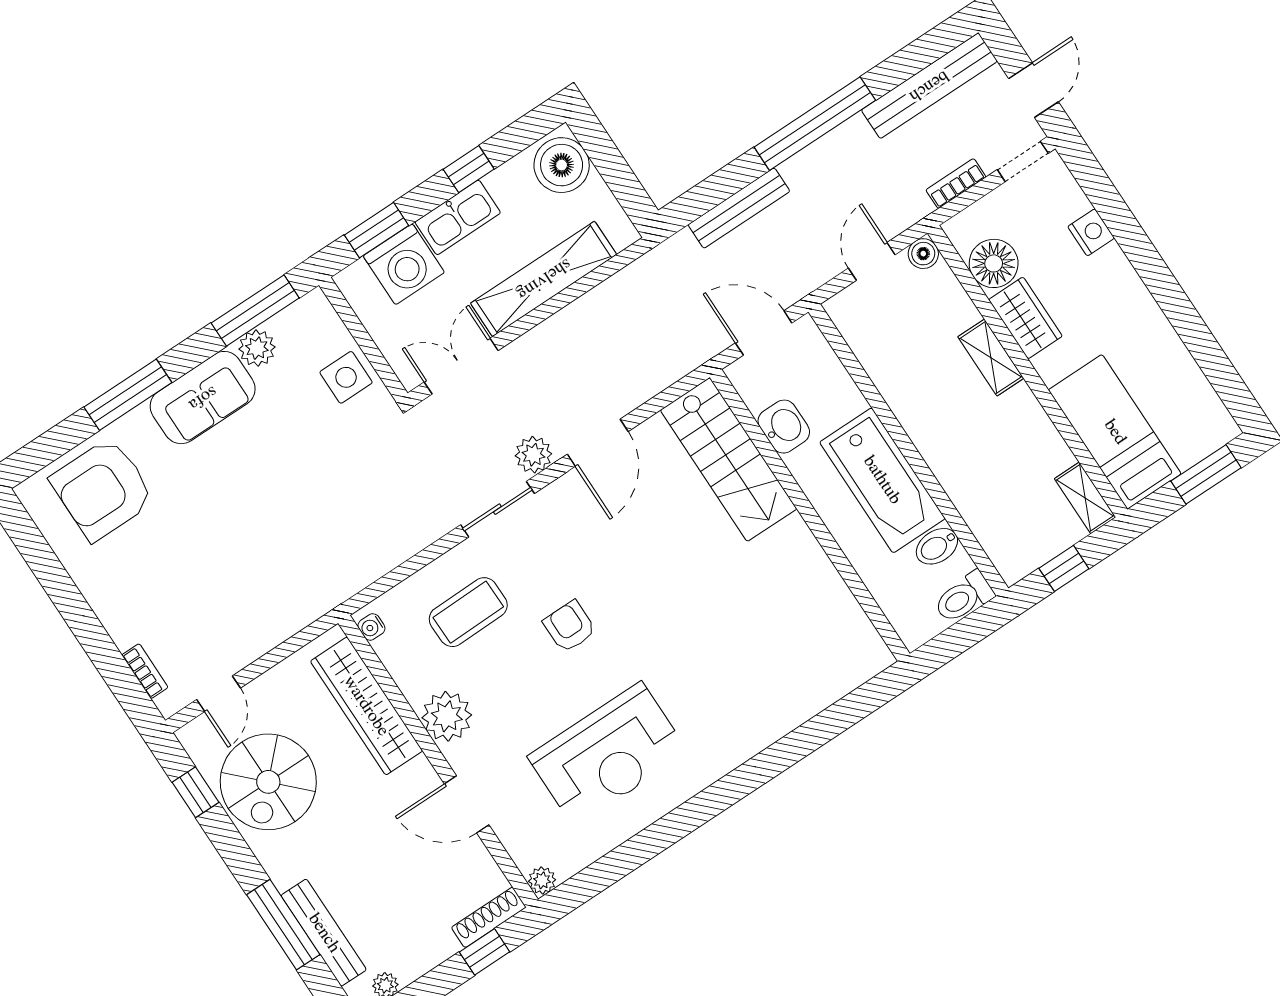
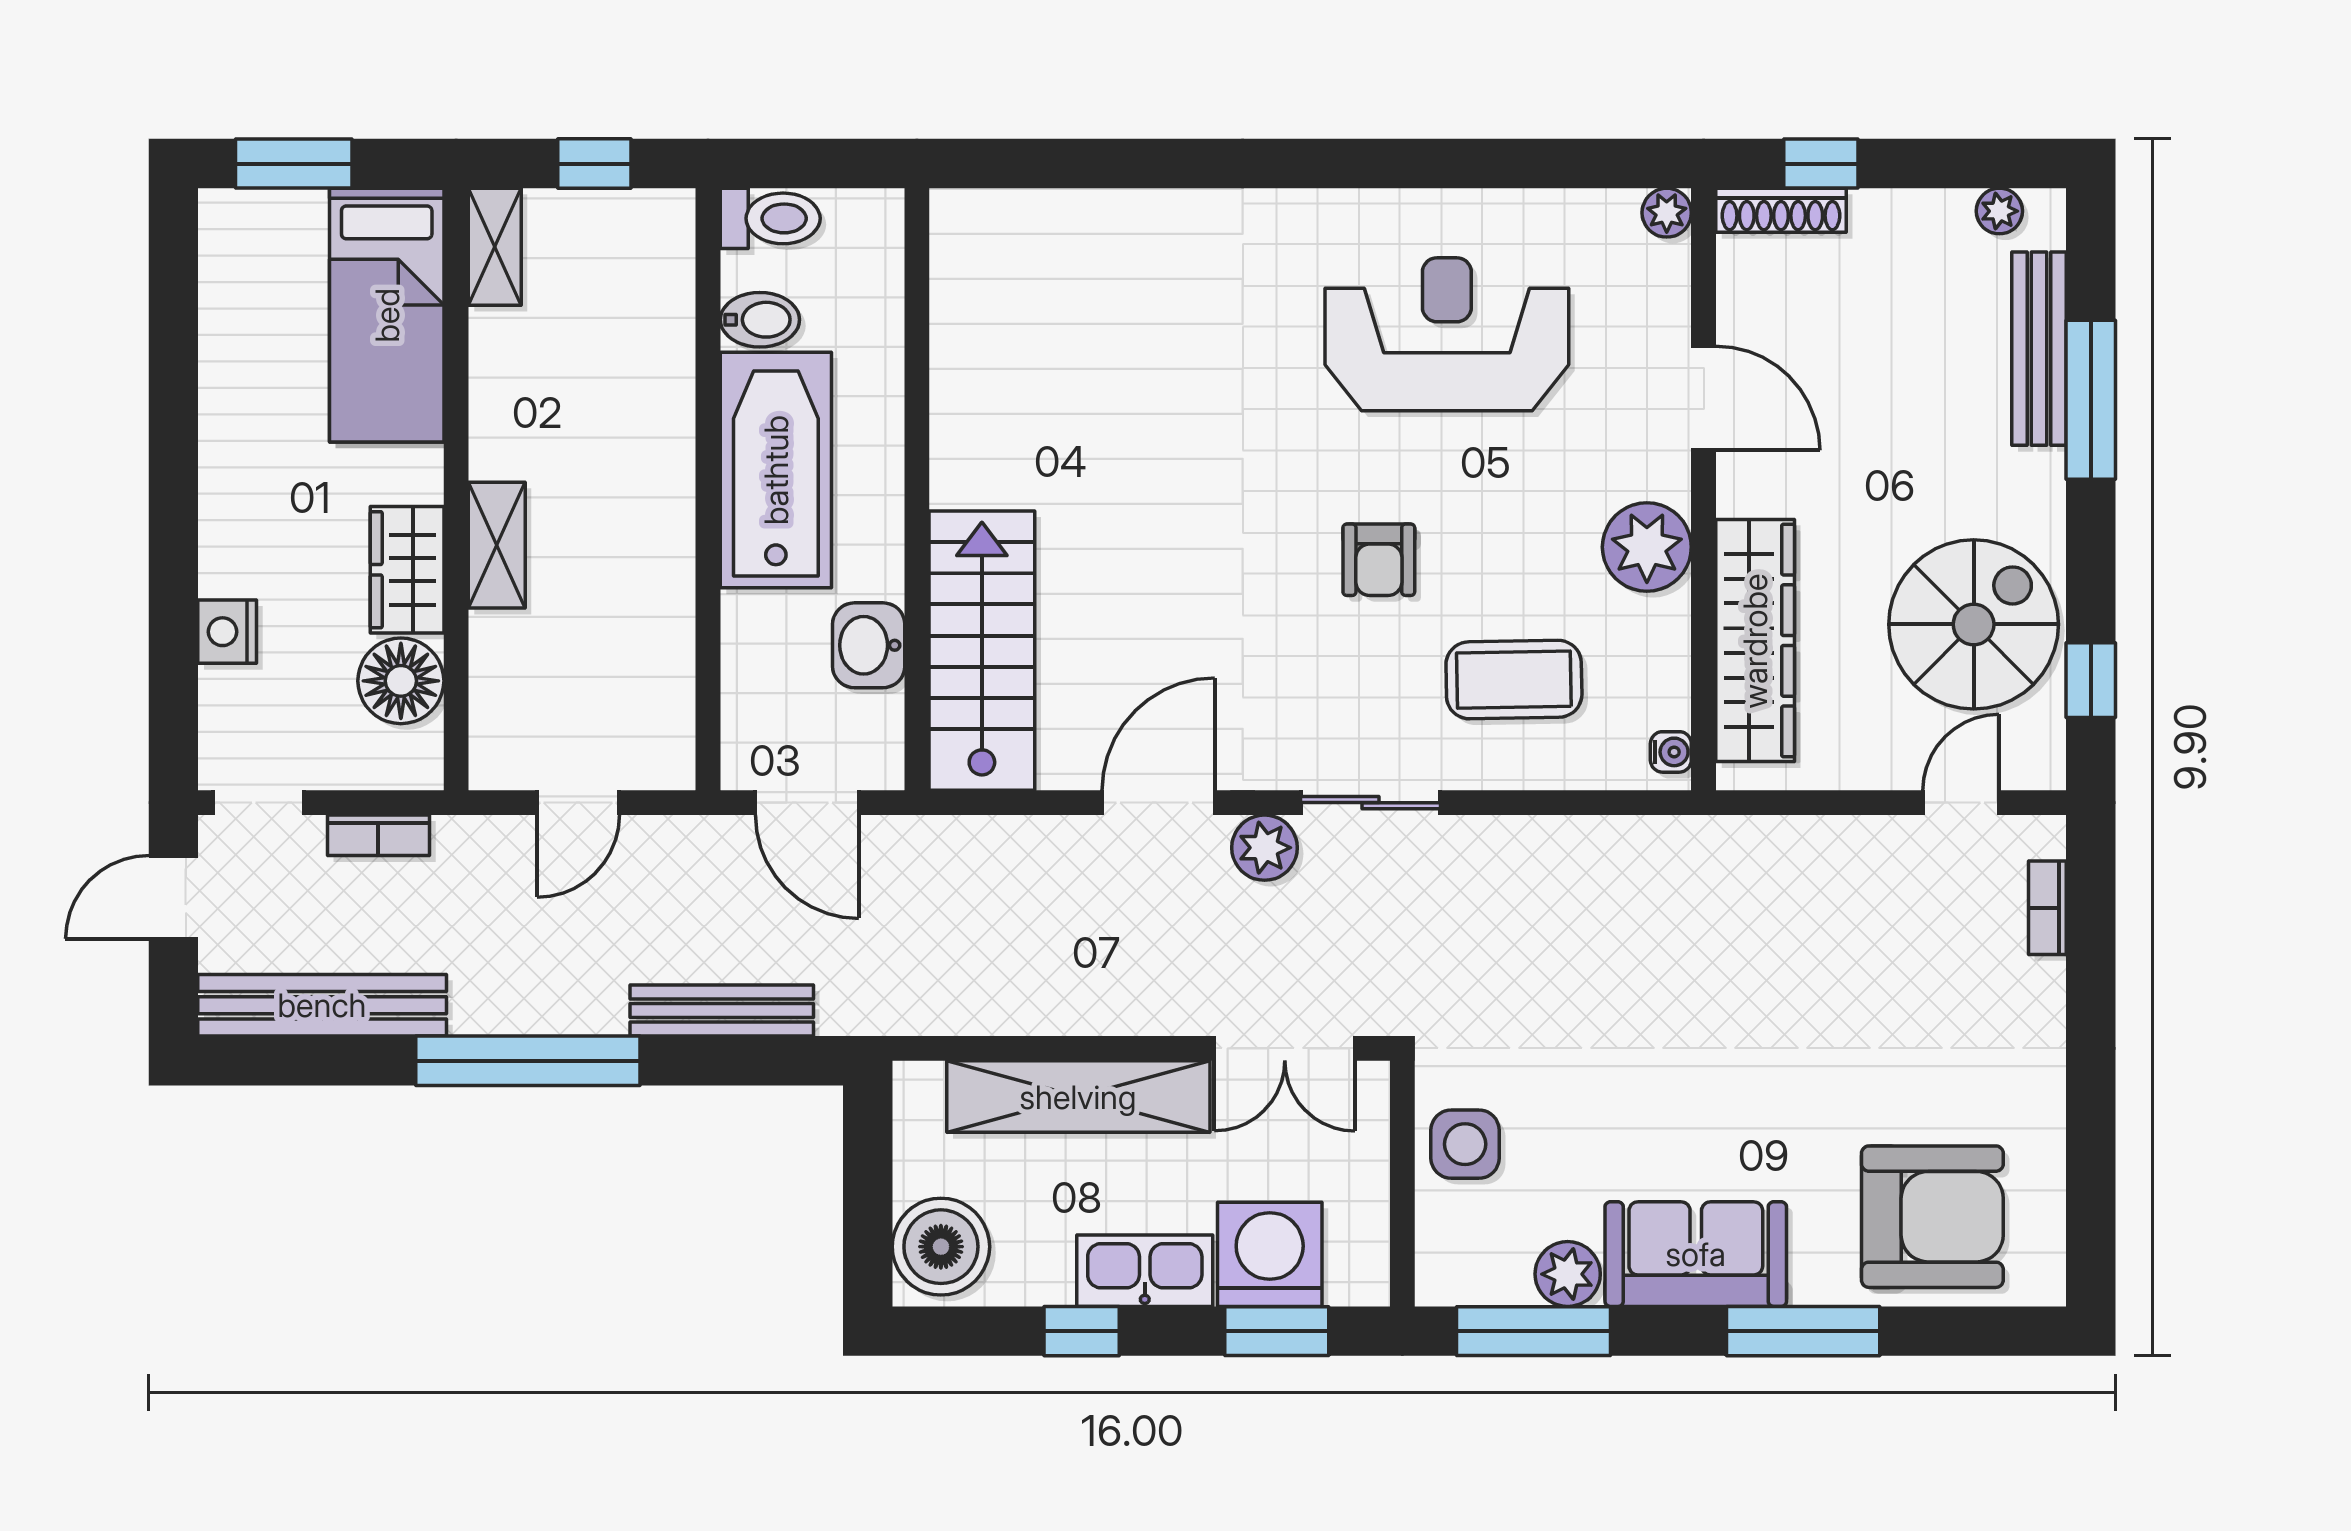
boiler: (923, 254) -> (495, 764), removed

